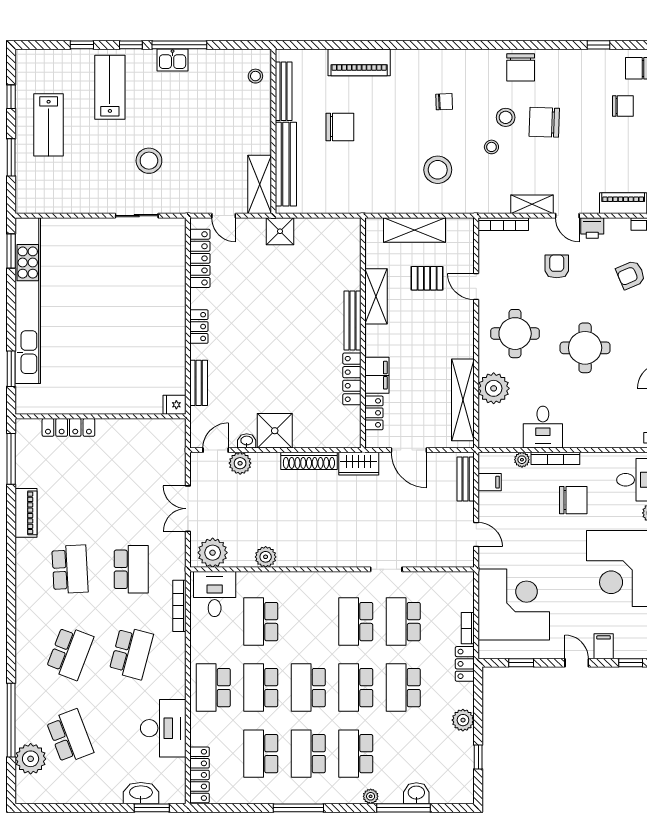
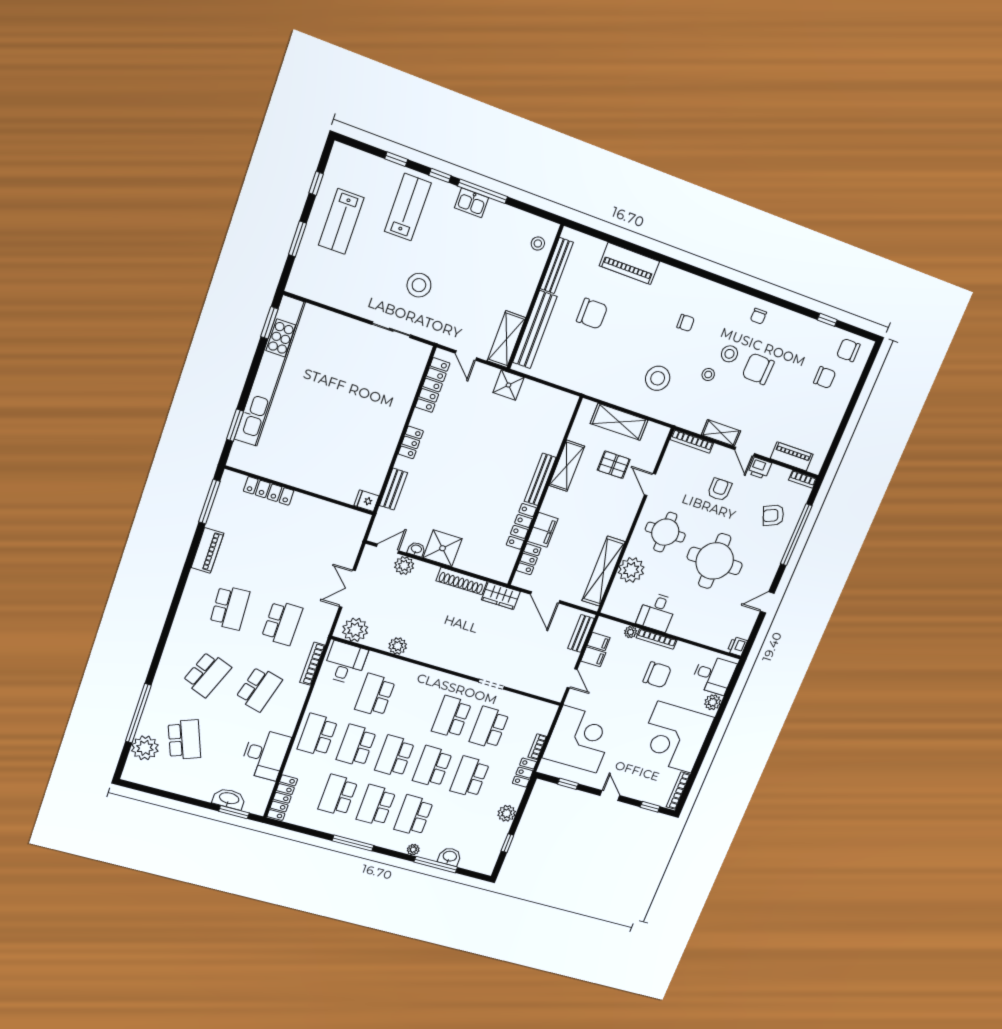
chair: (521, 67) -> (758, 316), width x0.54, depth x0.54
round table: (585, 348) -> (715, 561), width x1.36, depth x1.36
filing cabinet: (604, 646) -> (593, 657), moved, turned 90

